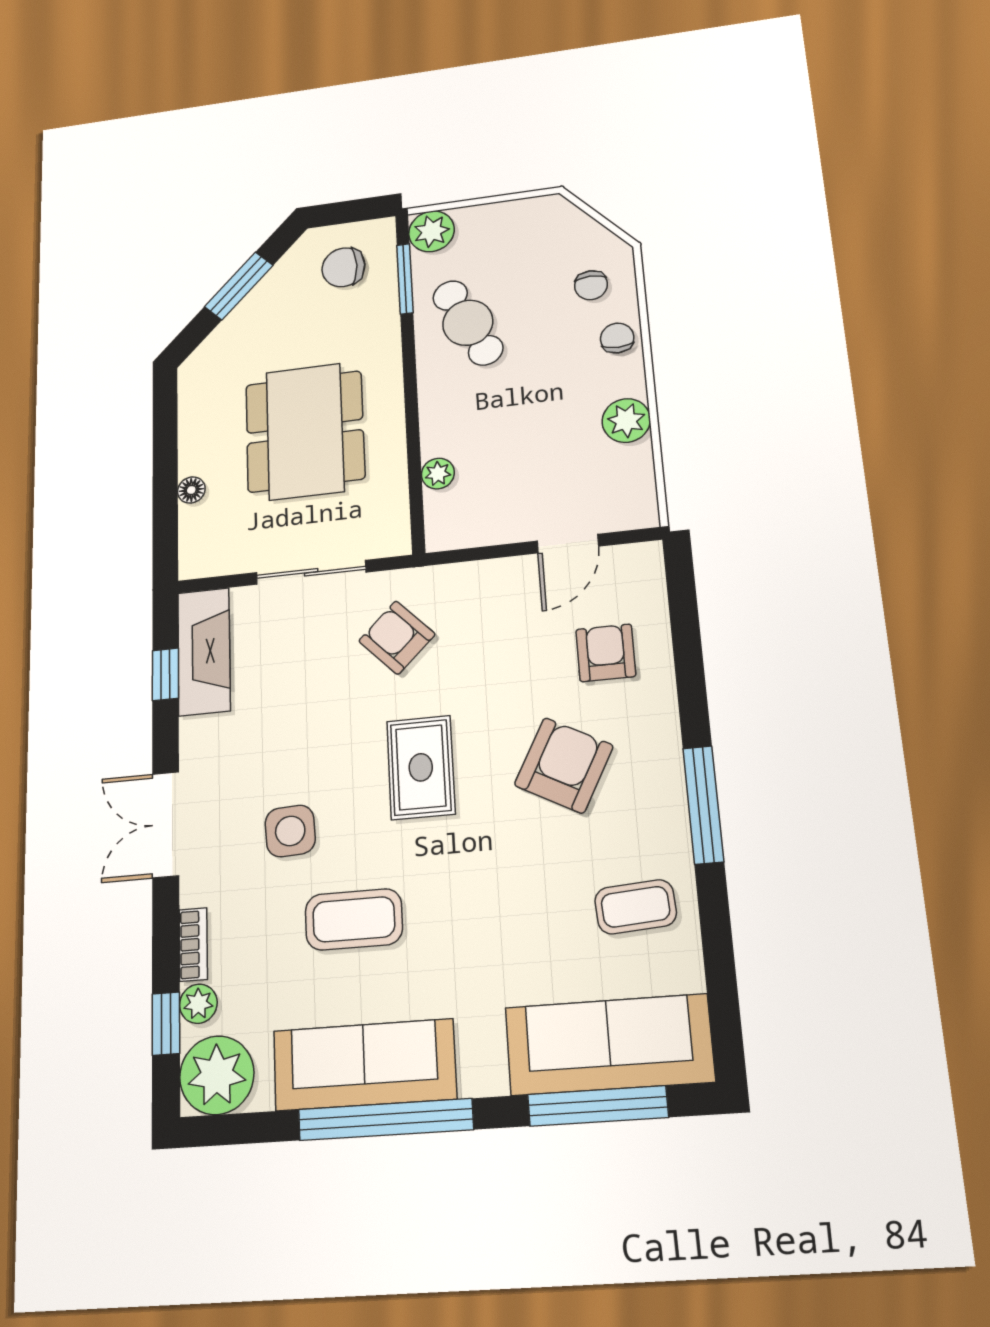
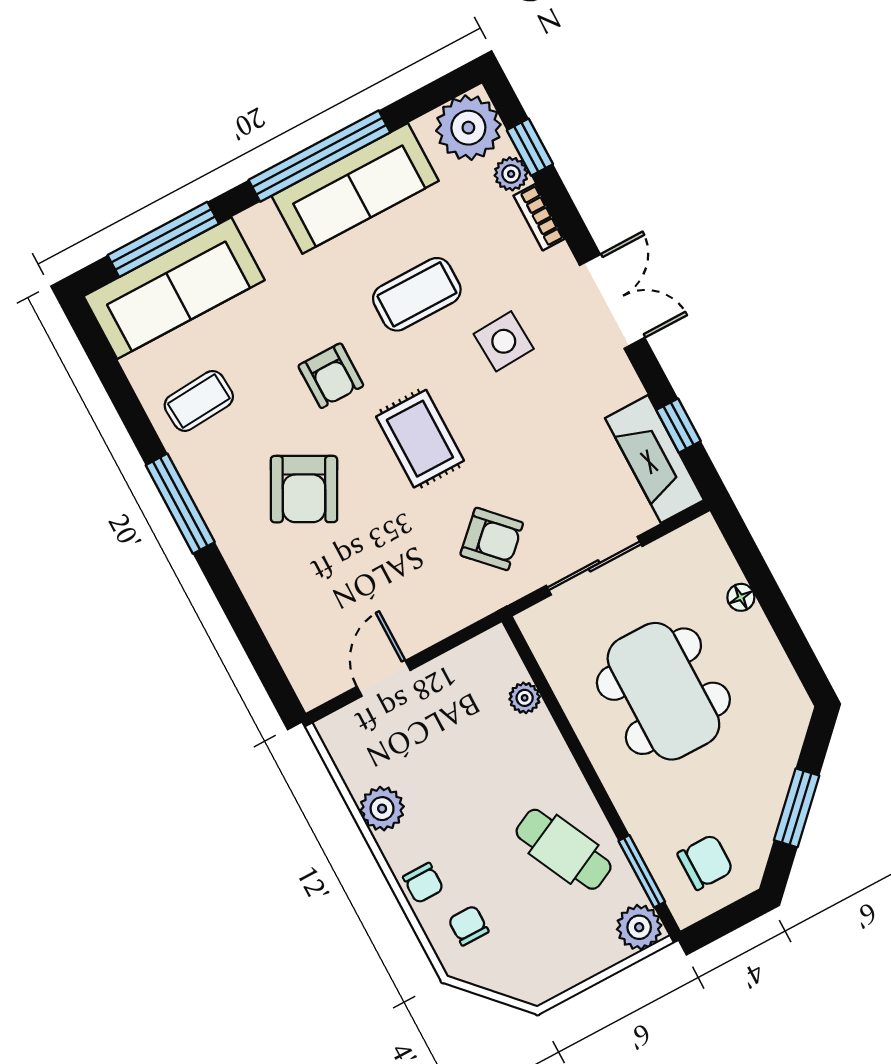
armchair: (606, 653) -> (331, 376), moved

